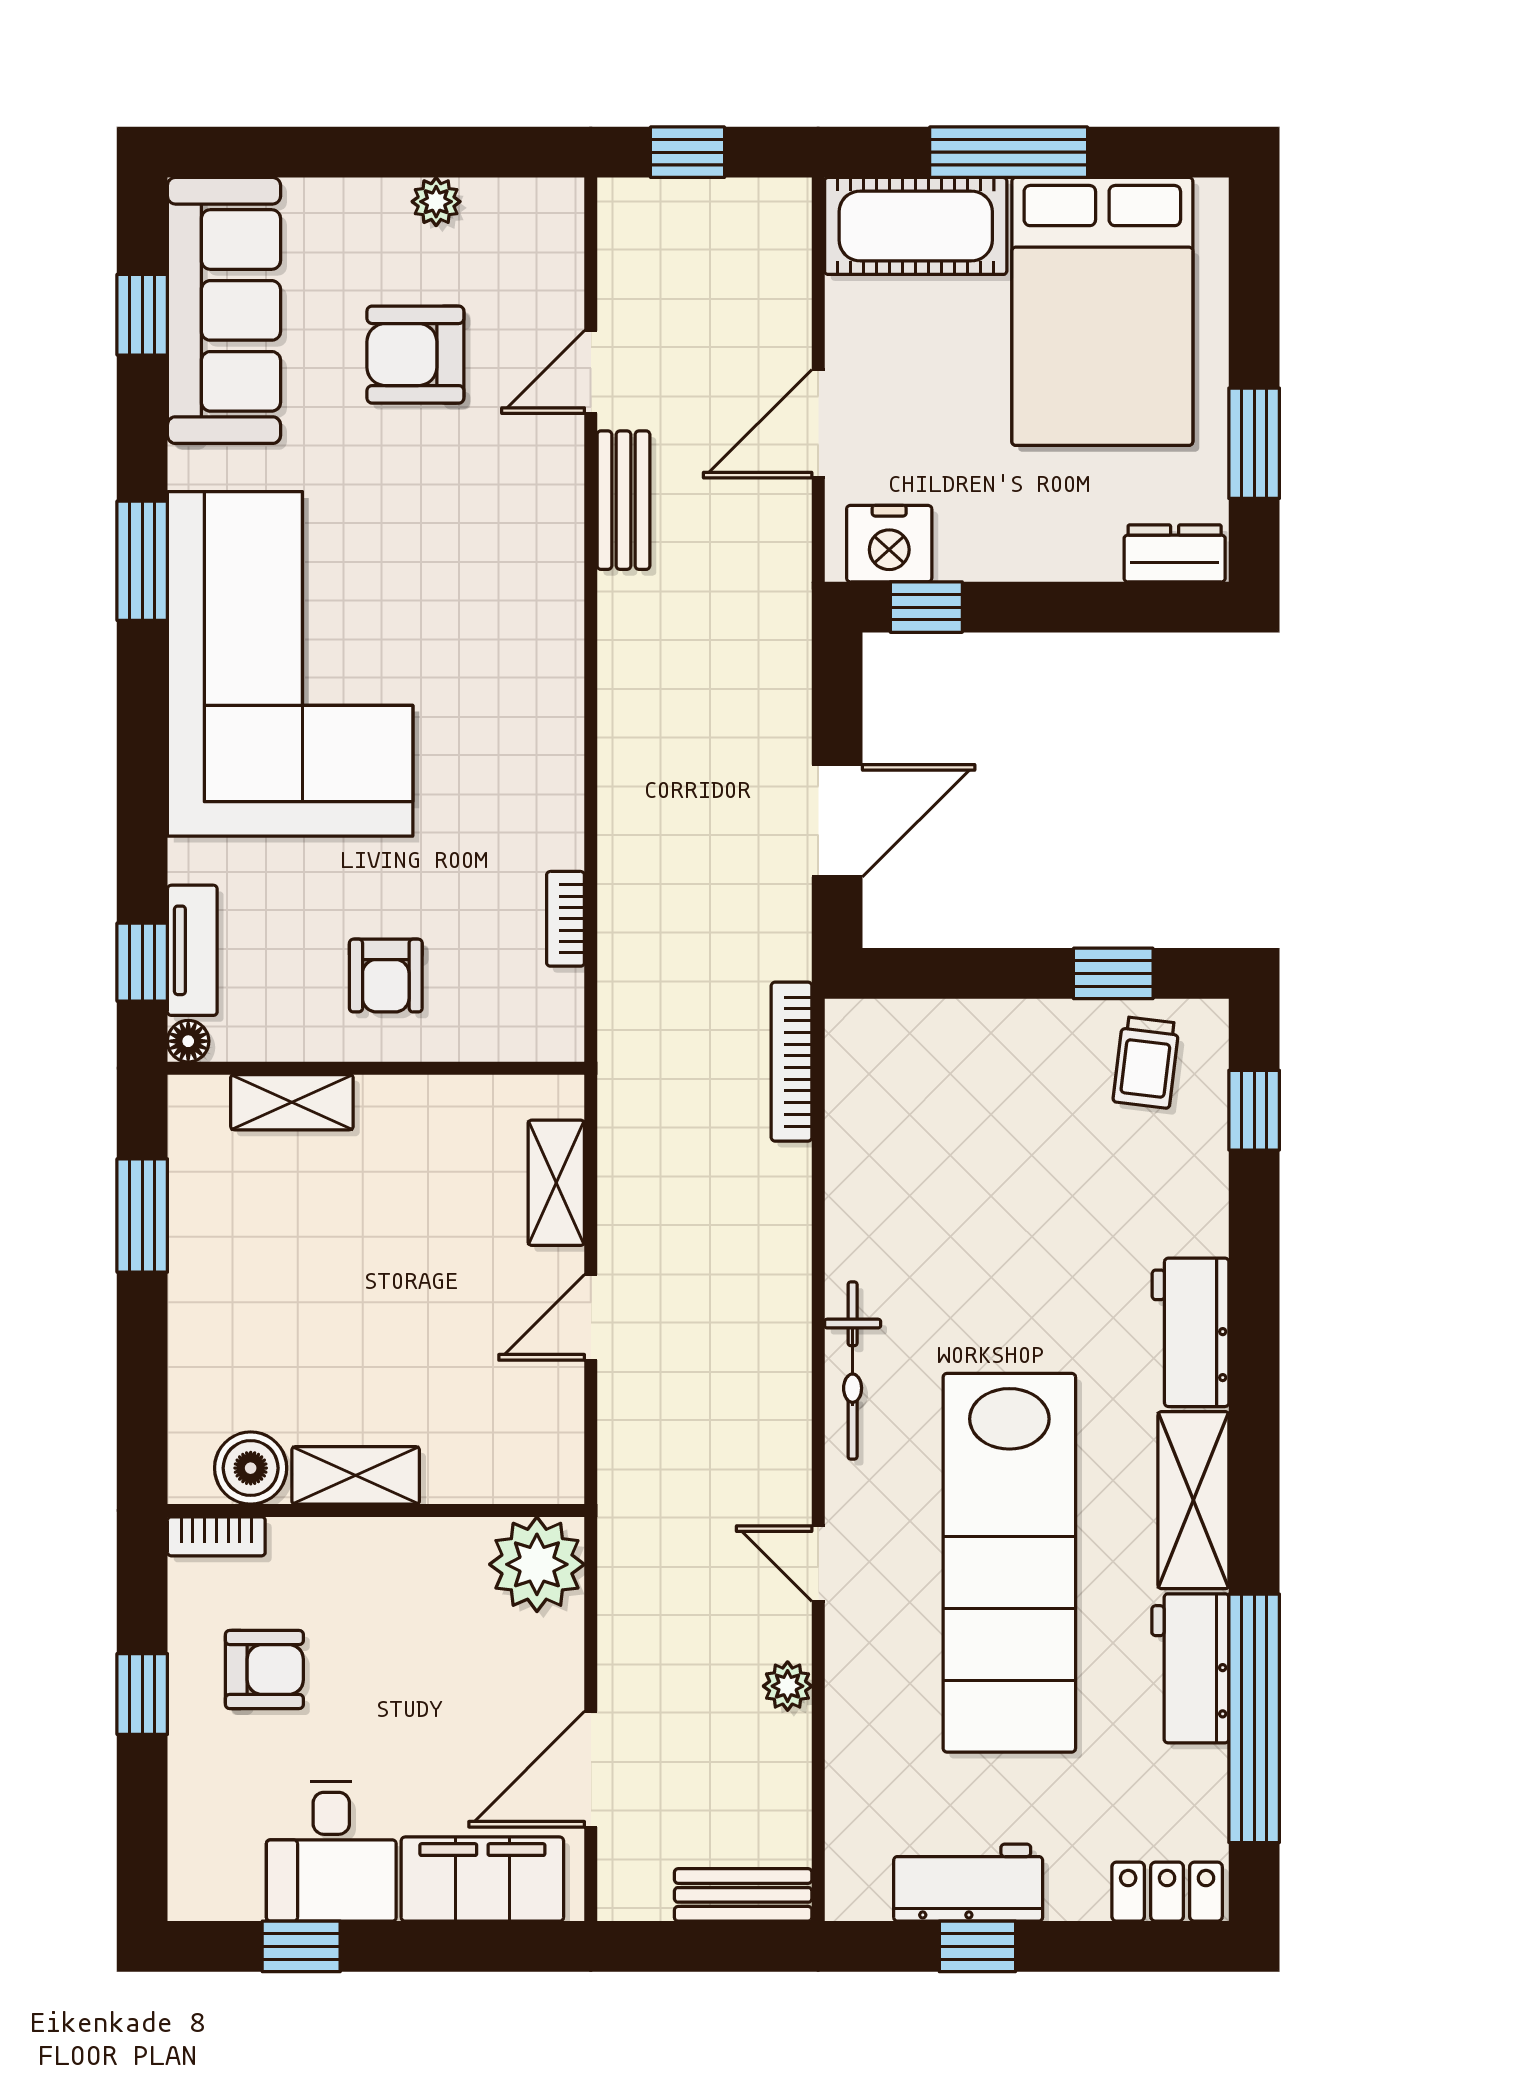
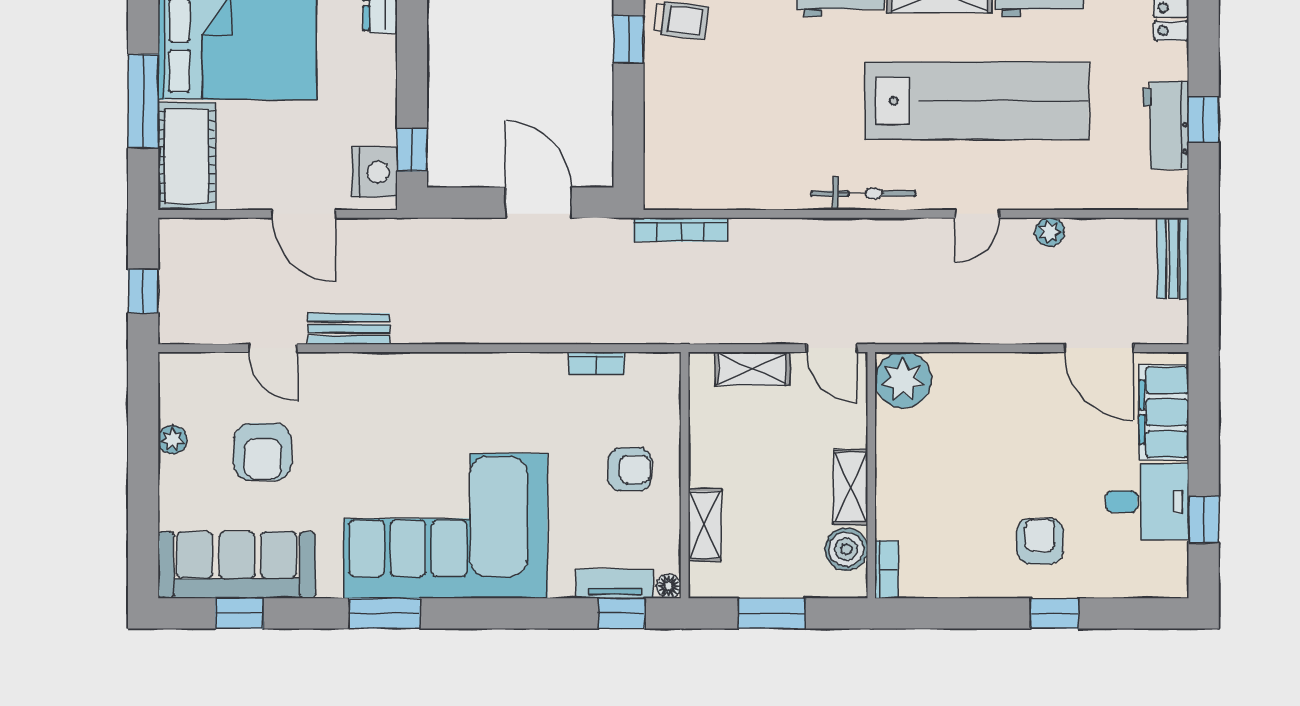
boiler: (251, 1468) -> (846, 549), moved
shelving: (356, 1475) -> (851, 487), moved
wall: (376, 1510) -> (871, 475), moved
bookcase: (216, 1536) -> (887, 569), moved
plant: (537, 1564) -> (903, 380), moved

